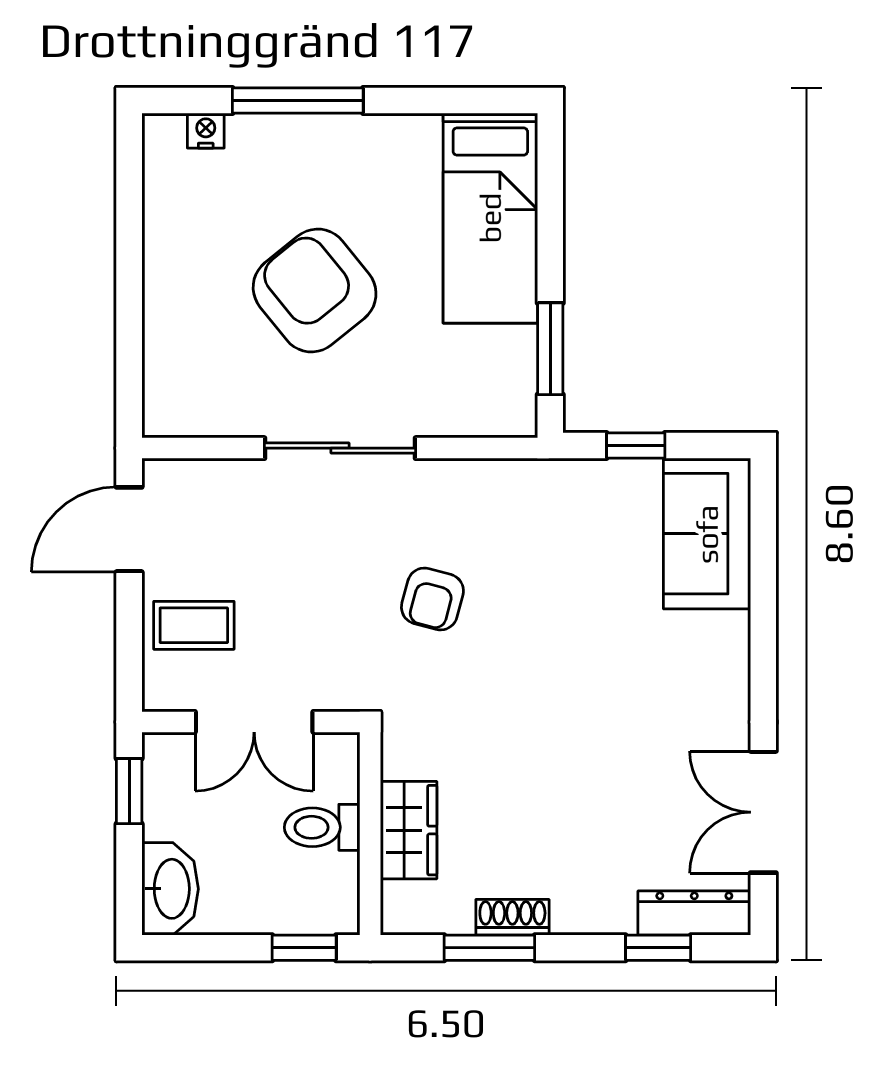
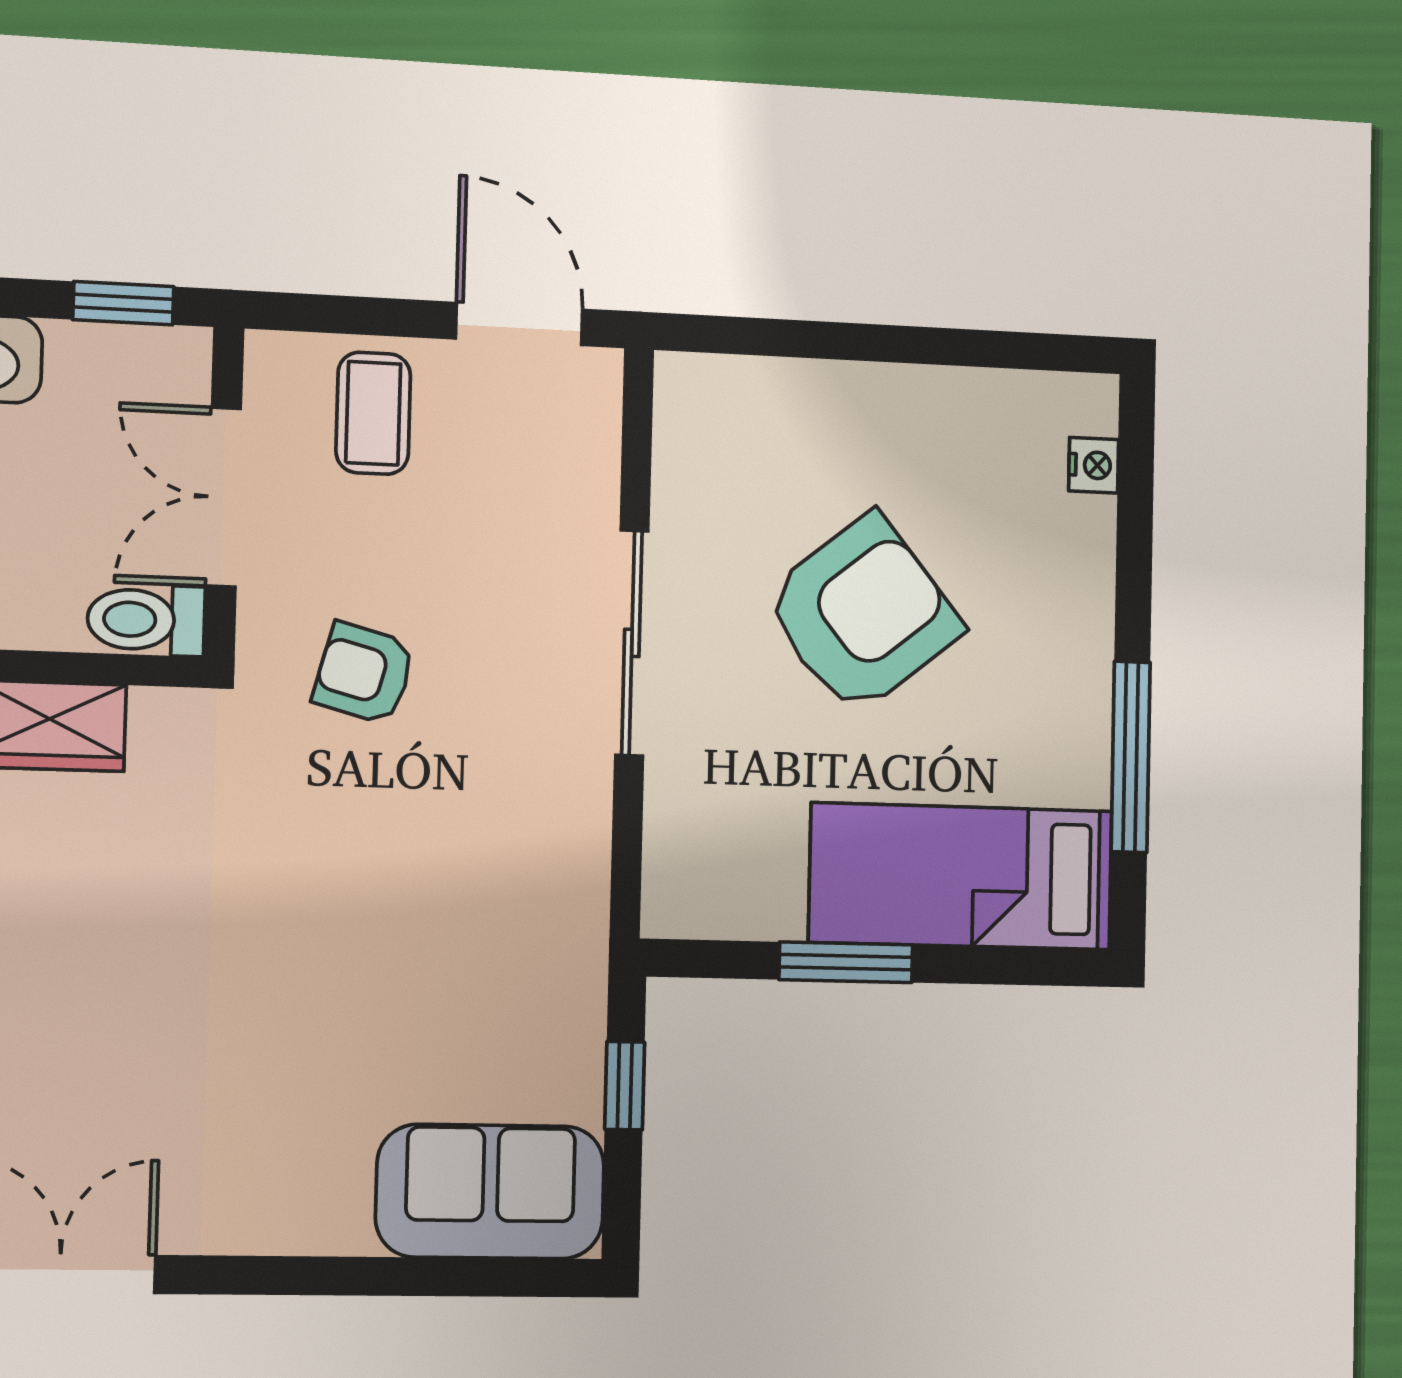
window: (298, 101) -> (1131, 757), moved
window: (550, 349) -> (846, 962), moved
armchair: (432, 599) -> (364, 673), moved
toilet: (322, 827) -> (146, 620), moved, turned -90

